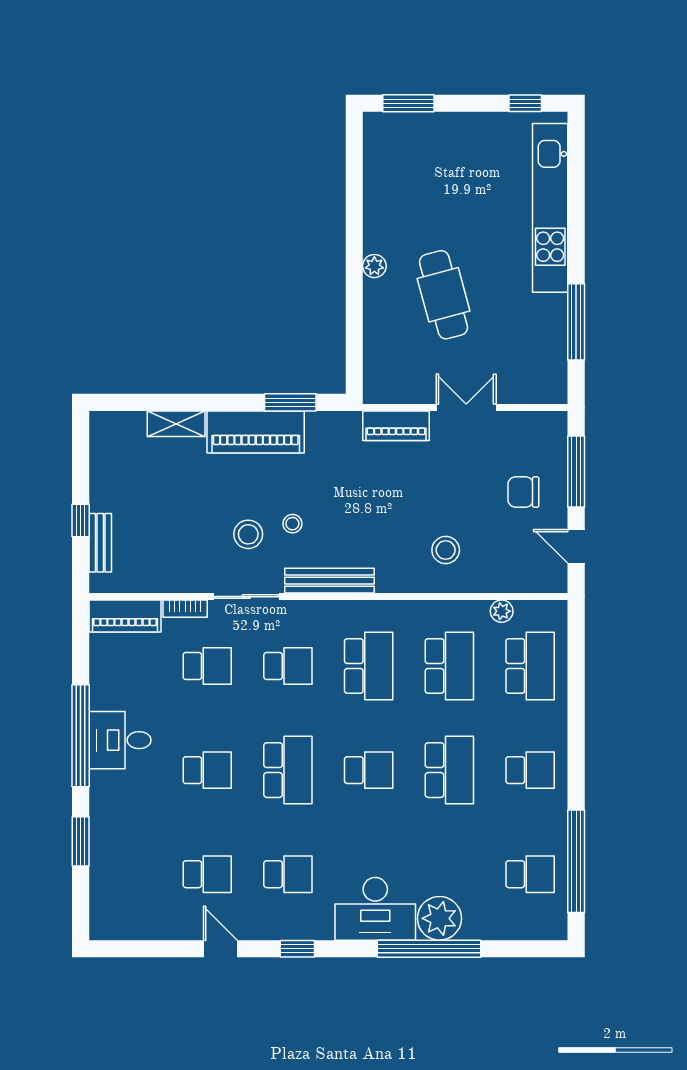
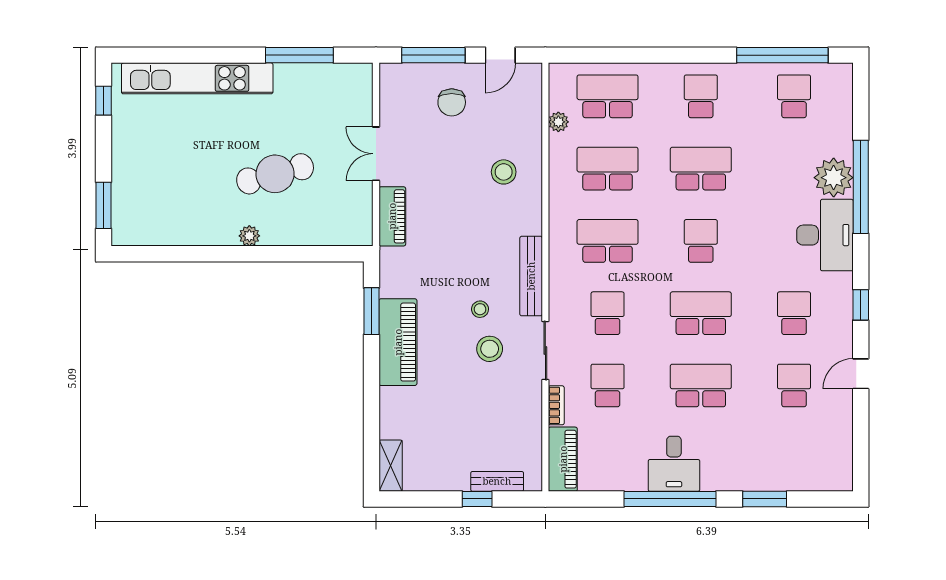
shelving: (176, 424) -> (391, 466), moved
school desk: (207, 770) -> (701, 386), width x1.85

